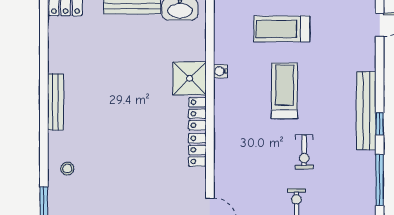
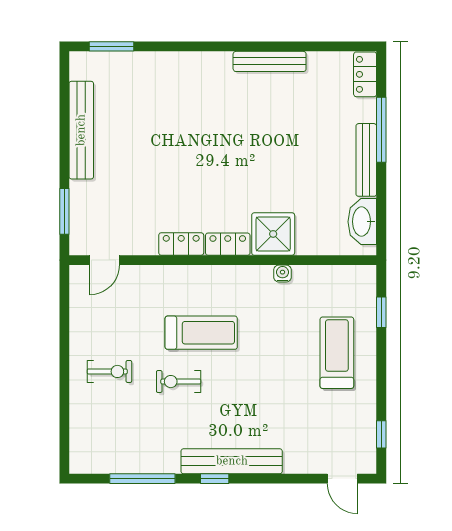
treadmill: (284, 91) -> (201, 333), moved
bench: (55, 102) -> (270, 61), moved
stool: (67, 169) -> (157, 77), removed

